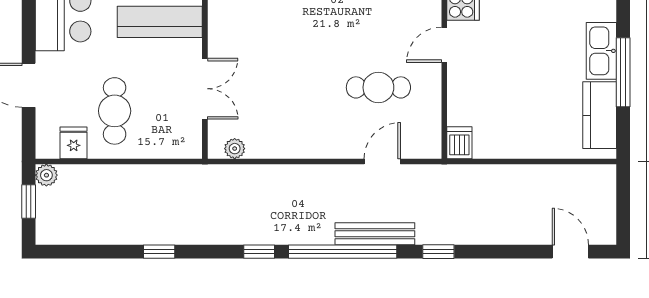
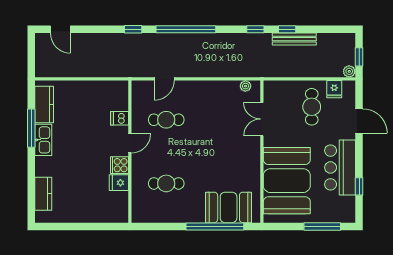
dishwasher: (459, 143) -> (120, 118), moved, turned 90
bench: (375, 234) -> (294, 39), moved
window: (259, 252) -> (255, 29), moved

